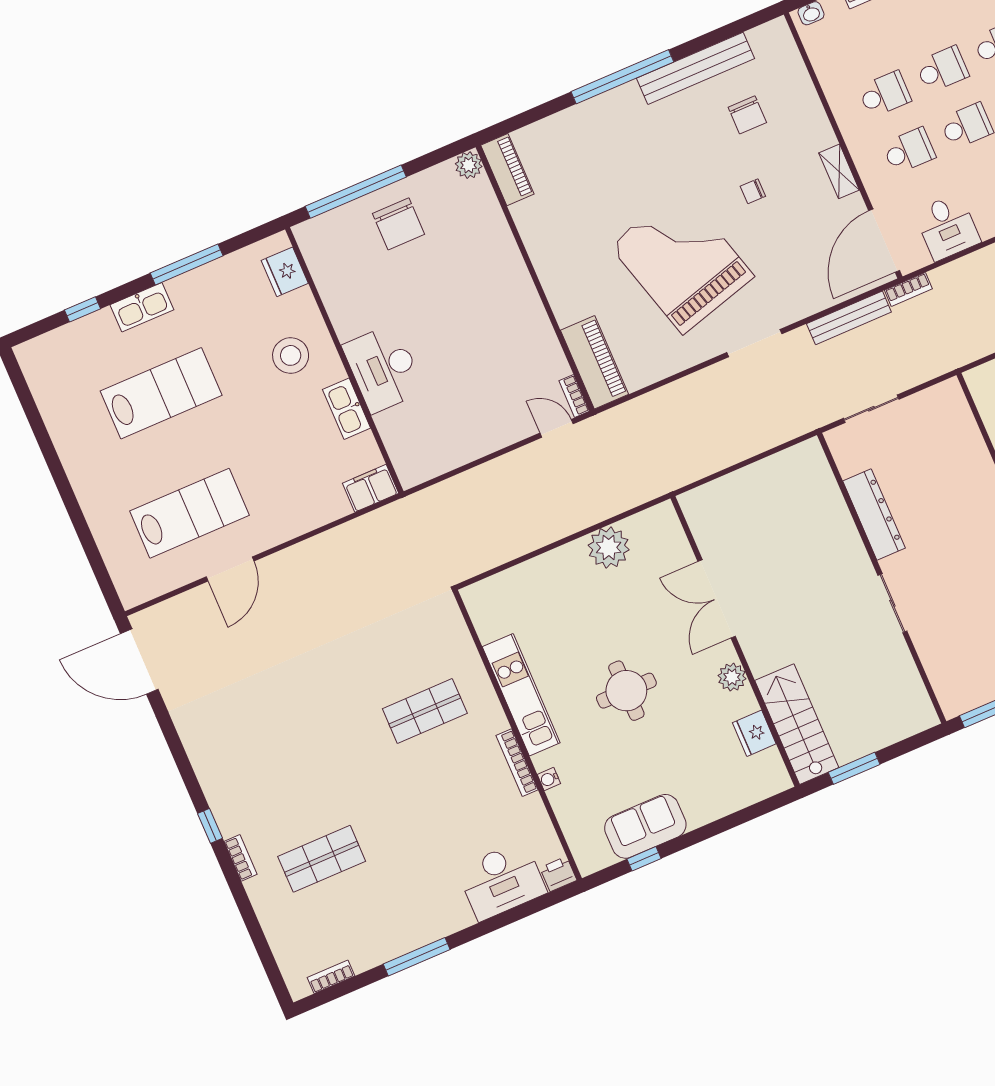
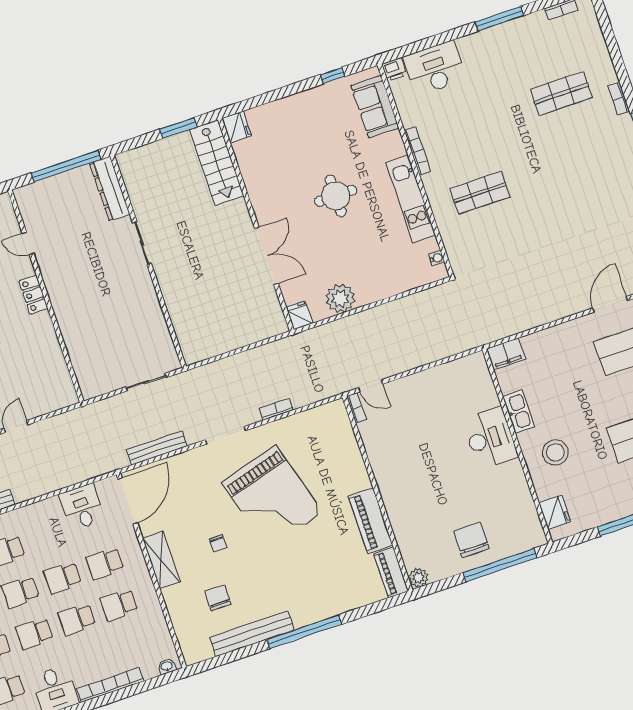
shelving: (839, 171) -> (161, 560), width x1.50, depth x1.33
chair: (753, 191) -> (218, 543), turned 90
bookcase: (908, 289) -> (276, 409), moved
piano: (595, 362) -> (370, 520), moved
dresser: (874, 515) -> (110, 189), moved
fridge: (664, 519) -> (299, 315), added
plant: (732, 677) -> (260, 200), removed
fridge: (754, 733) -> (237, 127), moved
water cooler: (549, 779) -> (437, 258), moved
sofa: (645, 826) -> (375, 107), moved, turned 90

